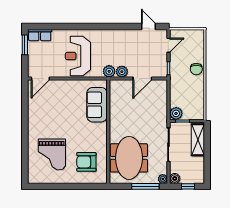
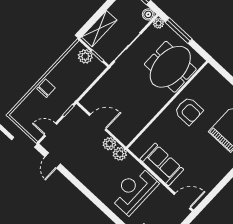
reception desk: (78, 56) -> (134, 191), turned 180
sofa: (97, 105) -> (162, 164), moved, turned -90
plant: (176, 113) -> (85, 56), moved
armchair: (86, 162) -> (189, 111), moved

